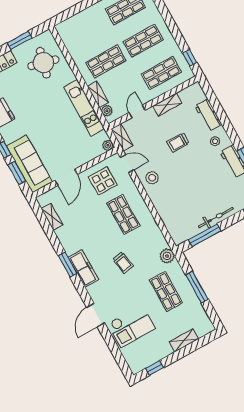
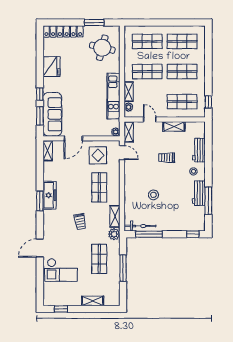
shop shelf: (88, 29) -> (147, 41), added
door: (137, 111) -> (150, 119), hinge flipped
stool: (152, 178) -> (153, 195), moved
shelving: (52, 217) -> (48, 151), moved
bicycle: (216, 218) -> (140, 226), moved
shelving: (157, 236) -> (115, 216), added
freezer: (83, 268) -> (50, 195), moved

